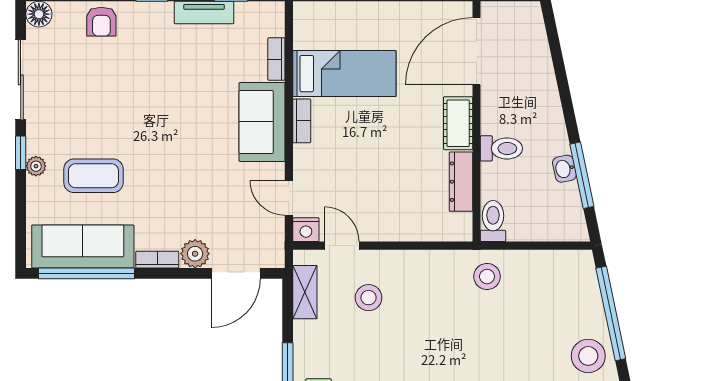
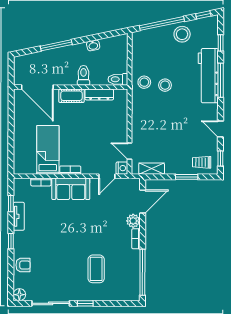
plant: (36, 166) -> (92, 296), removed
window: (582, 175) -> (56, 45), moved
sofa: (83, 246) -> (130, 274), removed
door: (342, 246) -> (130, 151), hinge flipped
door: (236, 273) -> (143, 202), hinge flipped
stool: (369, 298) -> (165, 85), moved

